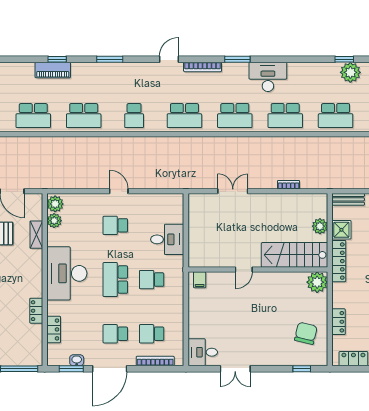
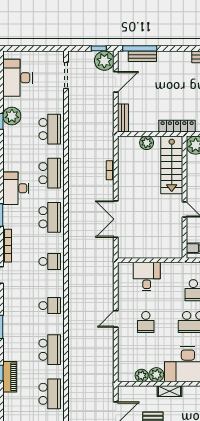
school desk: (184, 116) -> (50, 261), width x0.54
double door: (233, 191) -> (116, 219), width x1.37
plant: (55, 204) -> (156, 375), moved
shower: (341, 230) -> (150, 124), removed
shelving: (36, 235) -> (170, 391), moved
desk: (167, 239) -> (147, 277), moved

